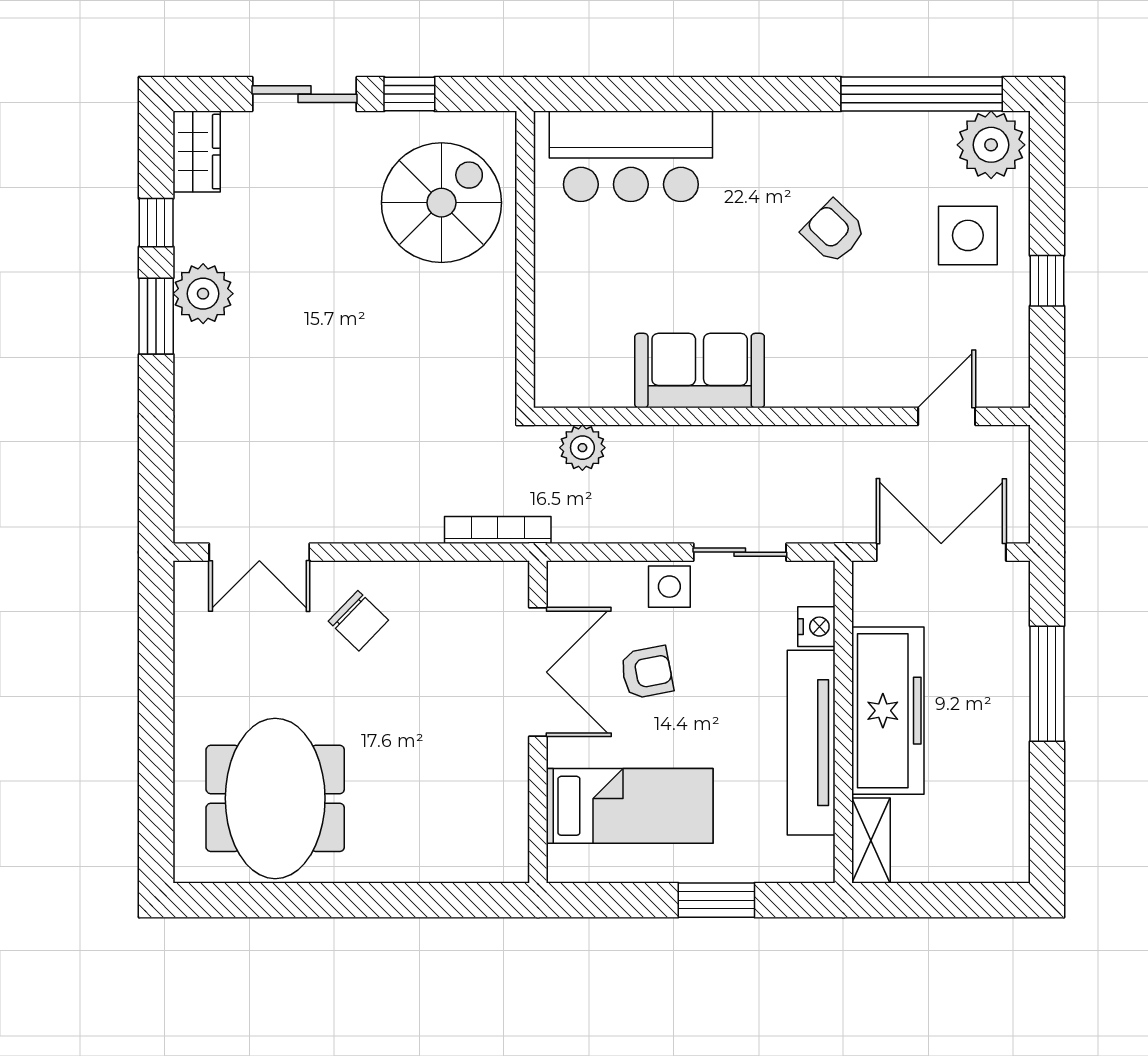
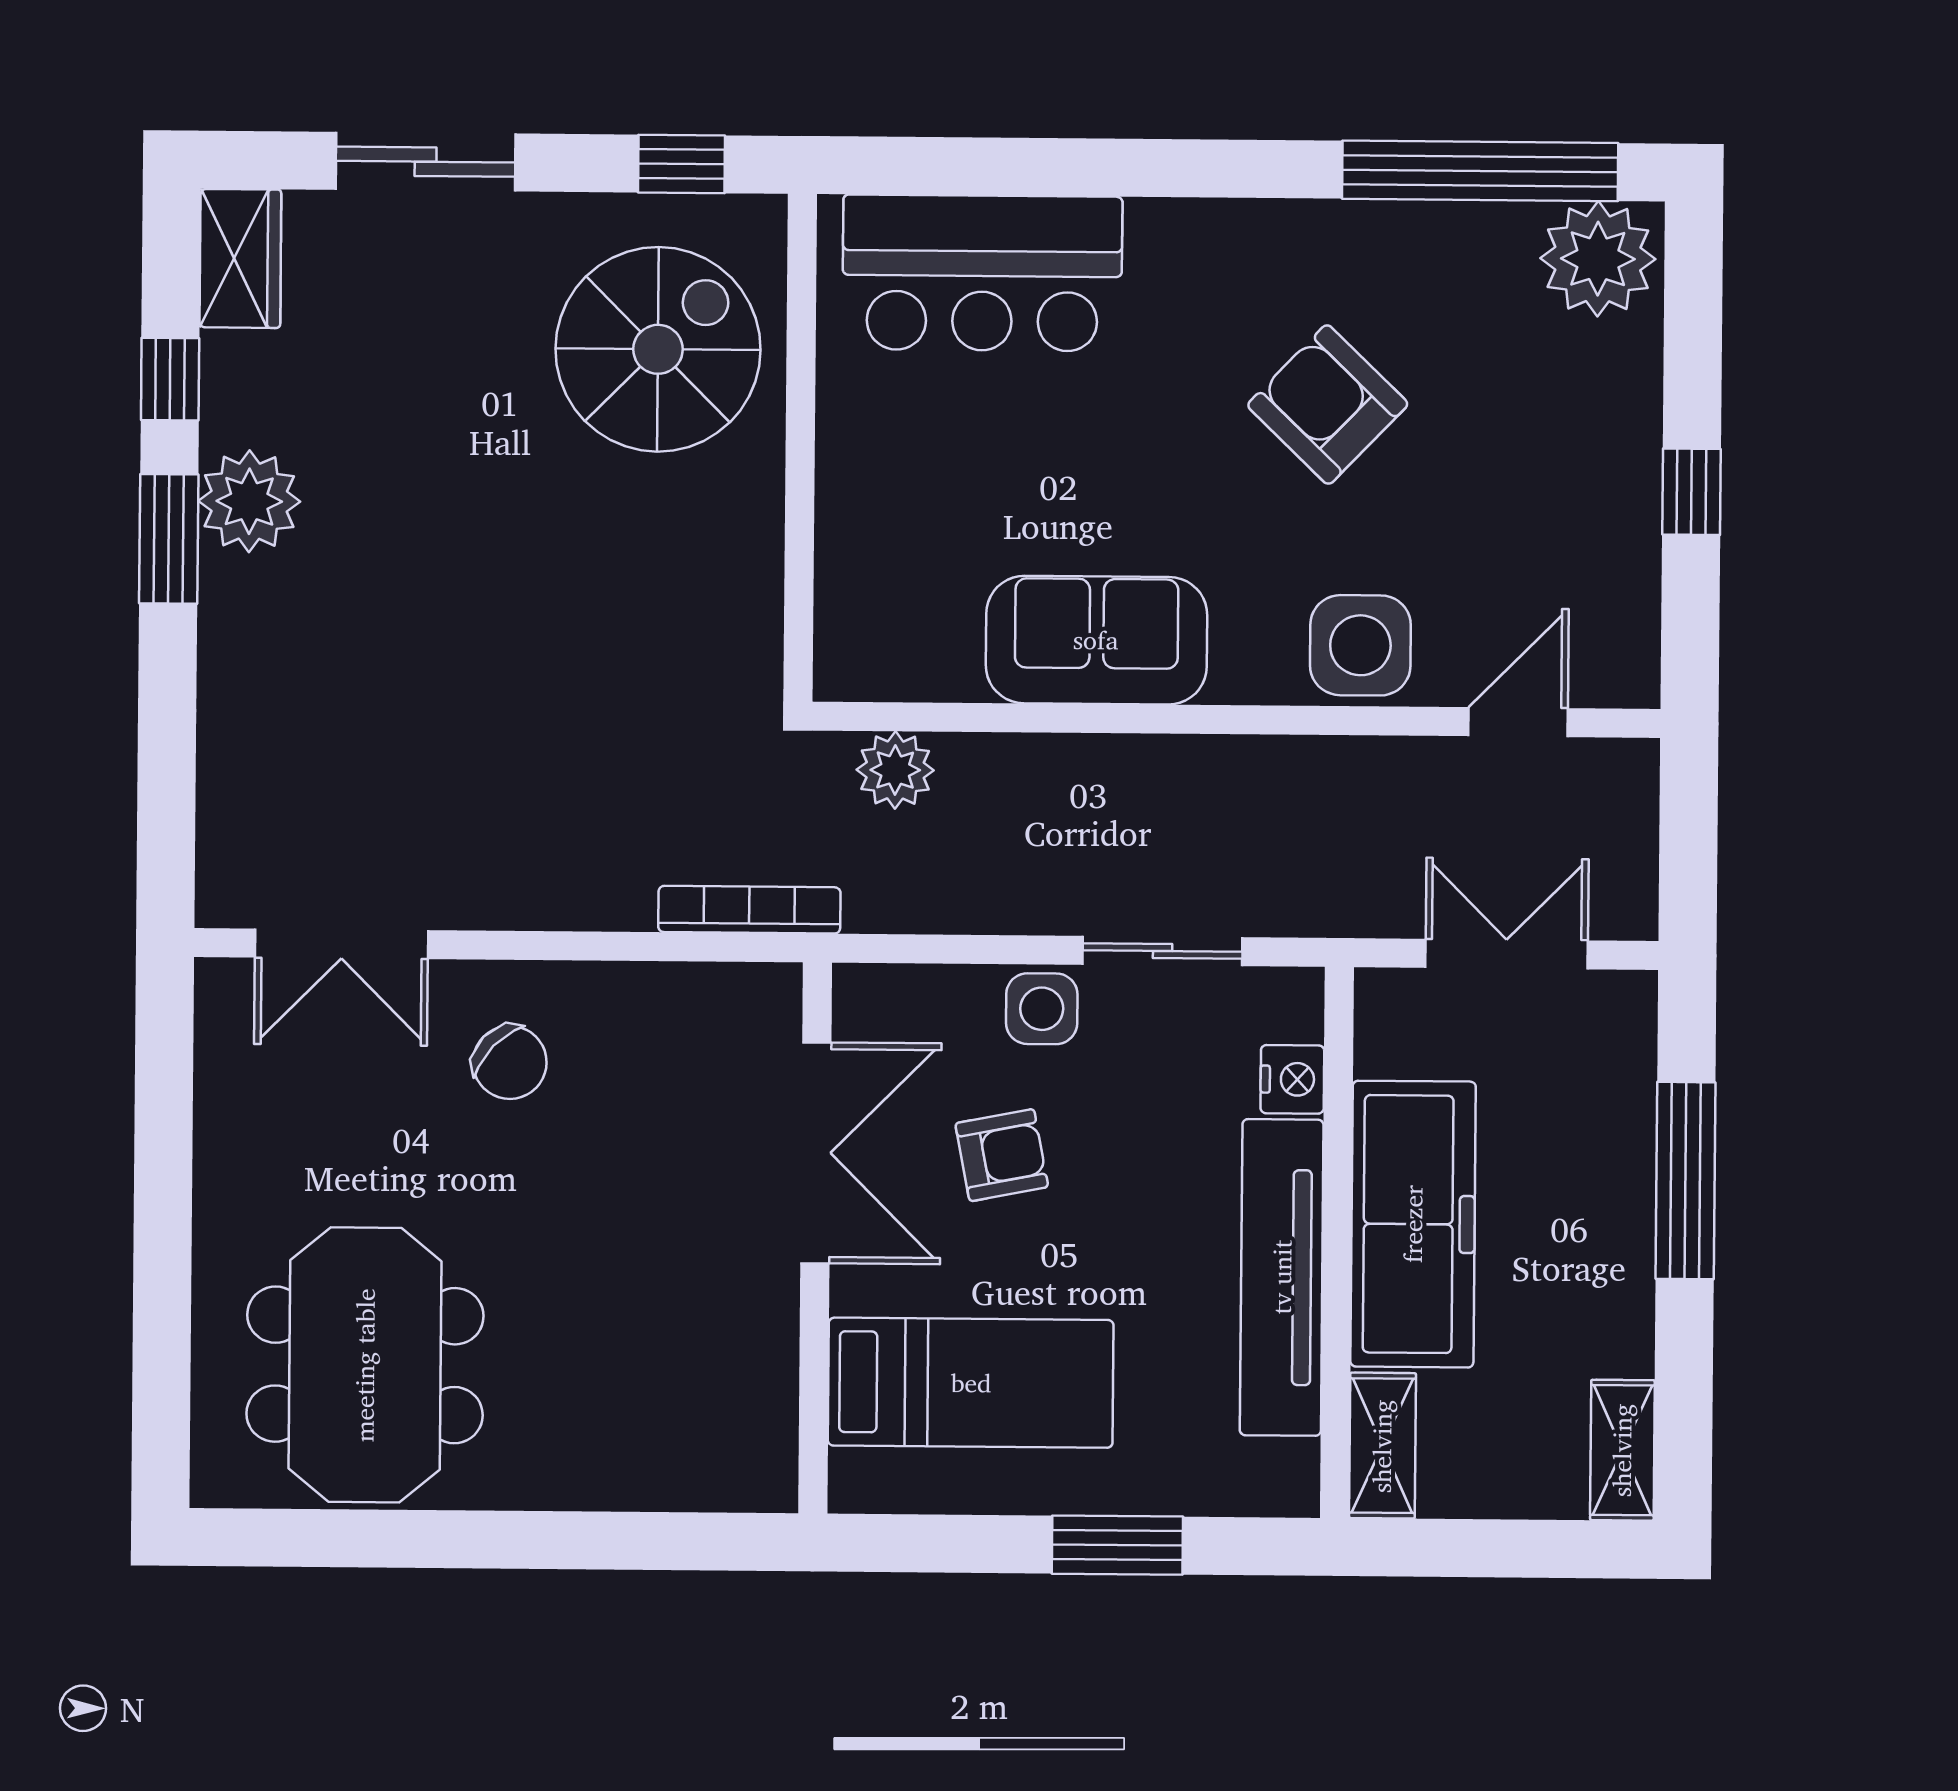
window: (409, 94) -> (682, 164), moved
armchair: (834, 232) -> (1328, 405), width x1.38, depth x1.38
side table: (968, 235) -> (1360, 645), moved
double door: (941, 552) -> (1507, 954), width x0.73
shelving: (1012, 842) -> (1622, 1450), added

